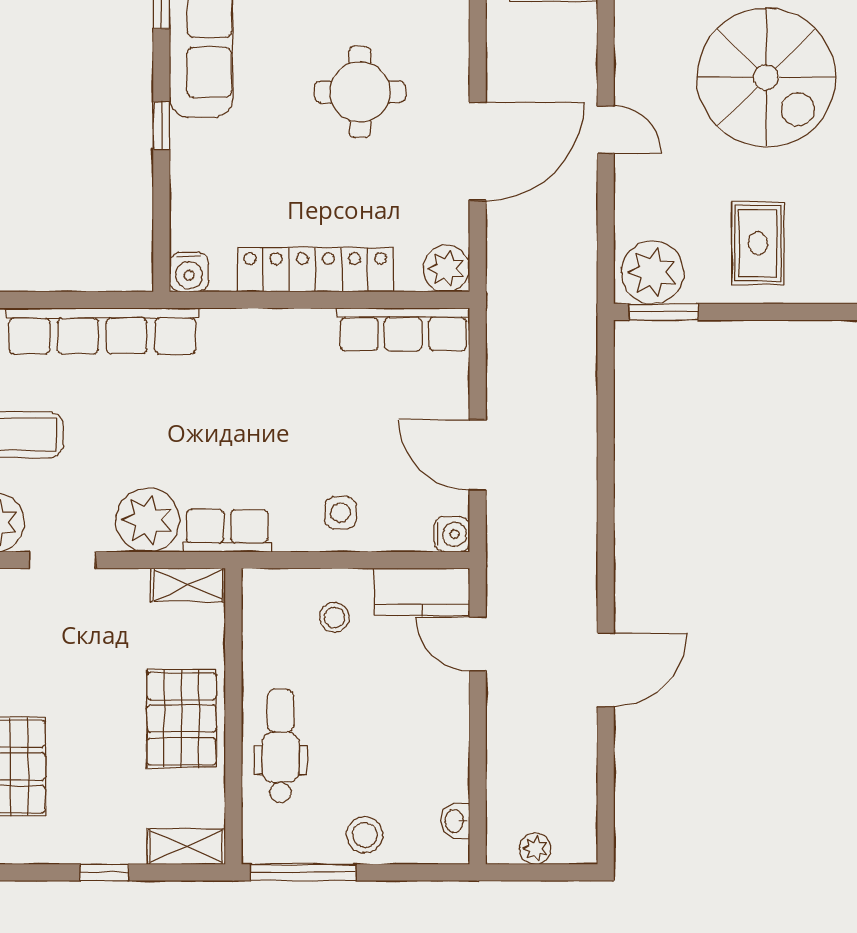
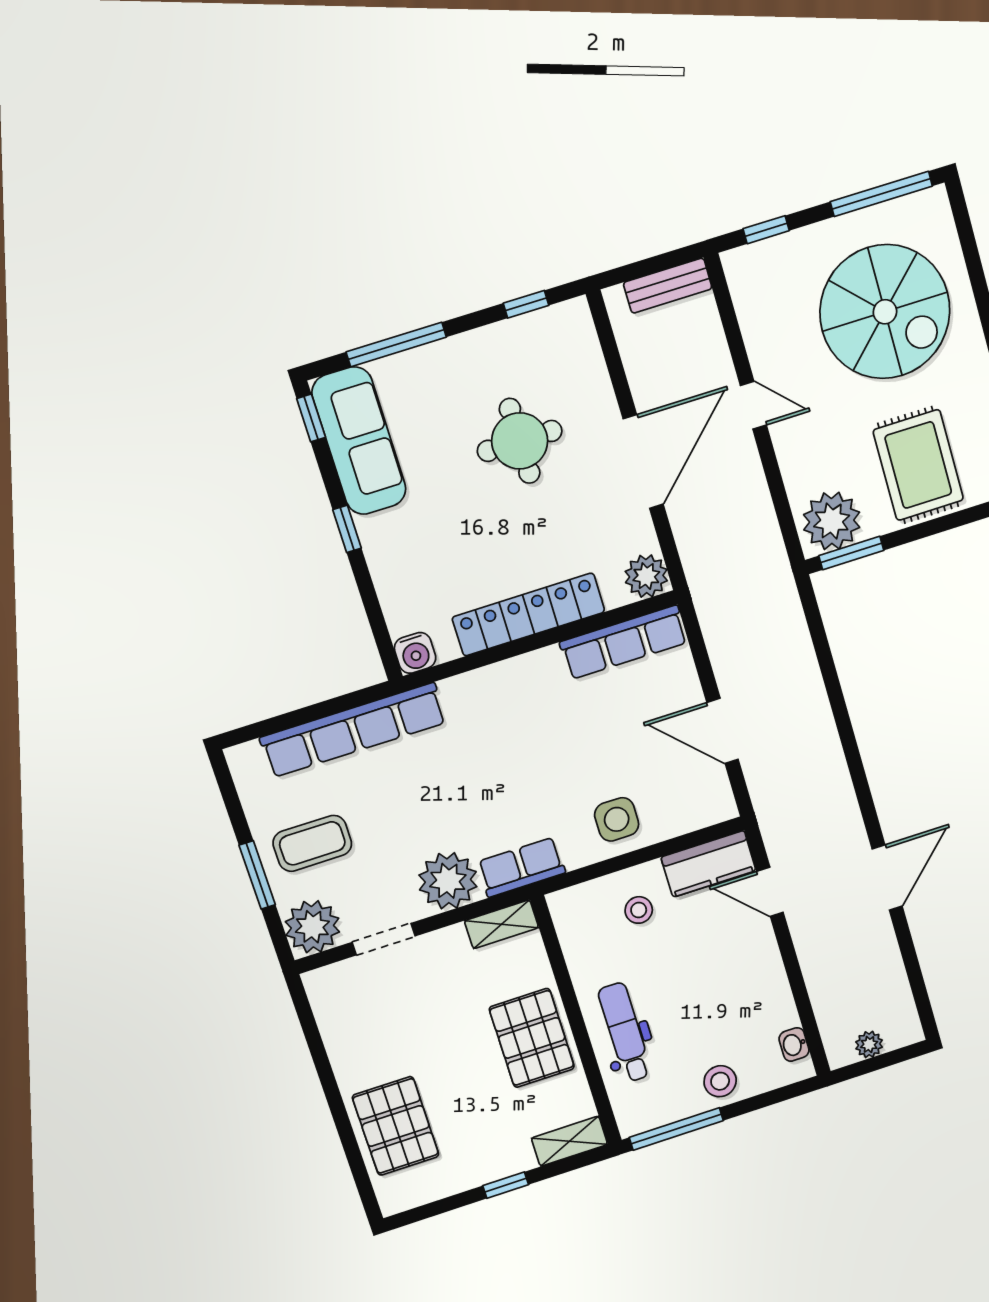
rug: (758, 243) -> (918, 465), width x1.36, depth x1.43
side table: (341, 513) -> (617, 819), width x1.37, depth x1.37
water cooler: (452, 534) -> (720, 806), removed

